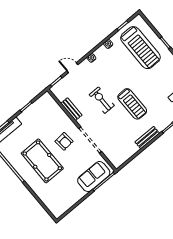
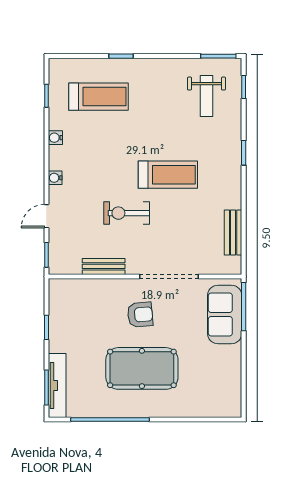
treadmill: (140, 48) -> (99, 97), width x0.73, depth x0.73
bench: (147, 138) -> (233, 232), moved

